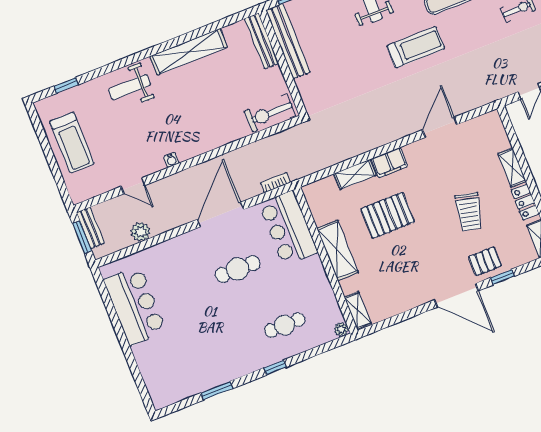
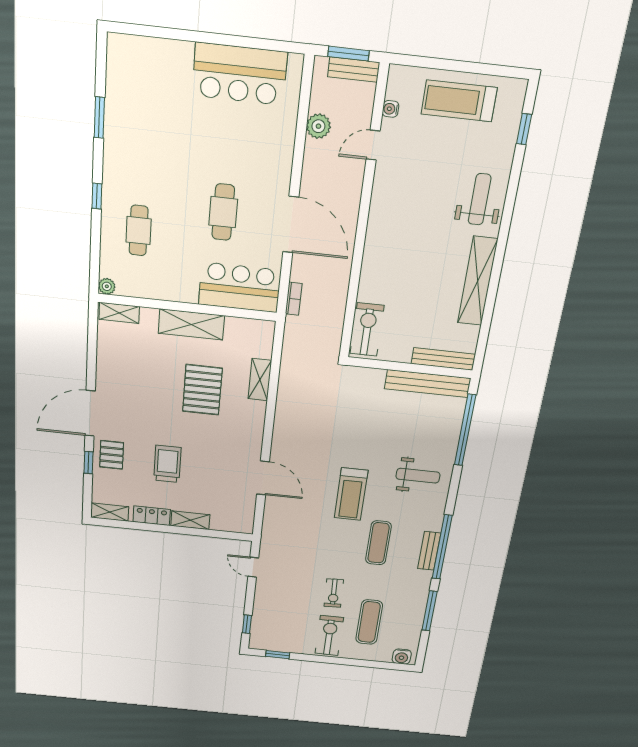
water cooler: (171, 160) -> (391, 109), moved
filing cabinet: (390, 163) -> (254, 417), removed
trolley: (469, 212) -> (167, 464), turned 77

